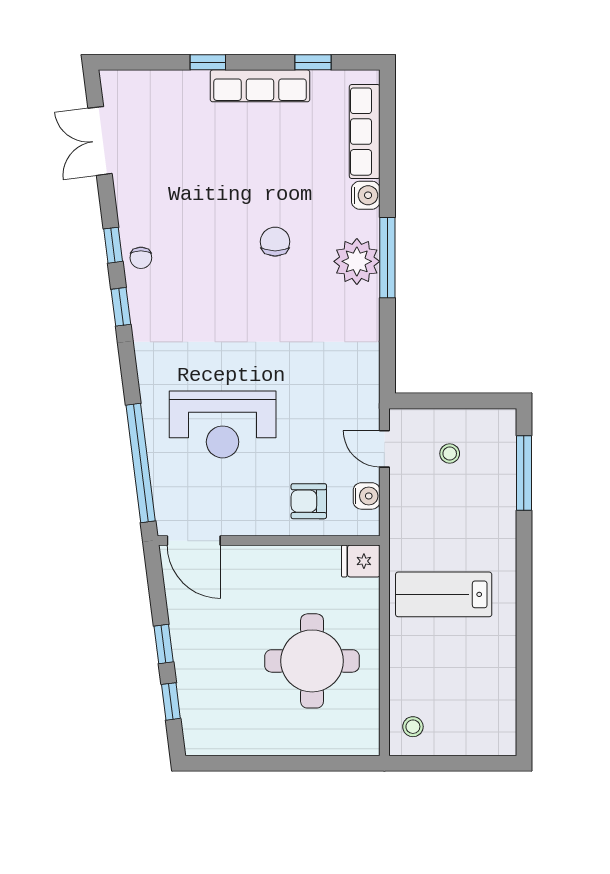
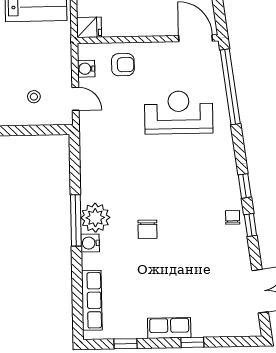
row of seats: (260, 86) -> (169, 328), width x0.68
water cooler: (366, 195) -> (90, 243), moved

